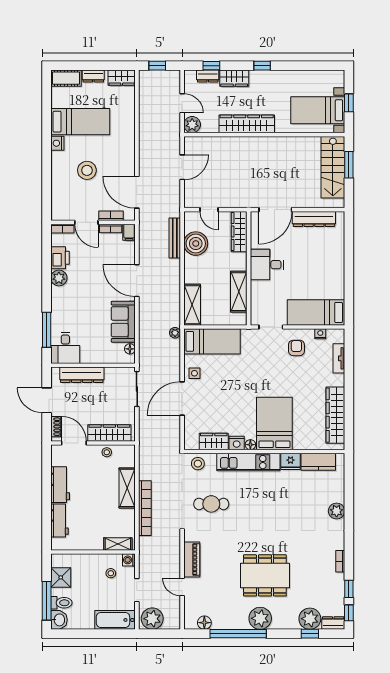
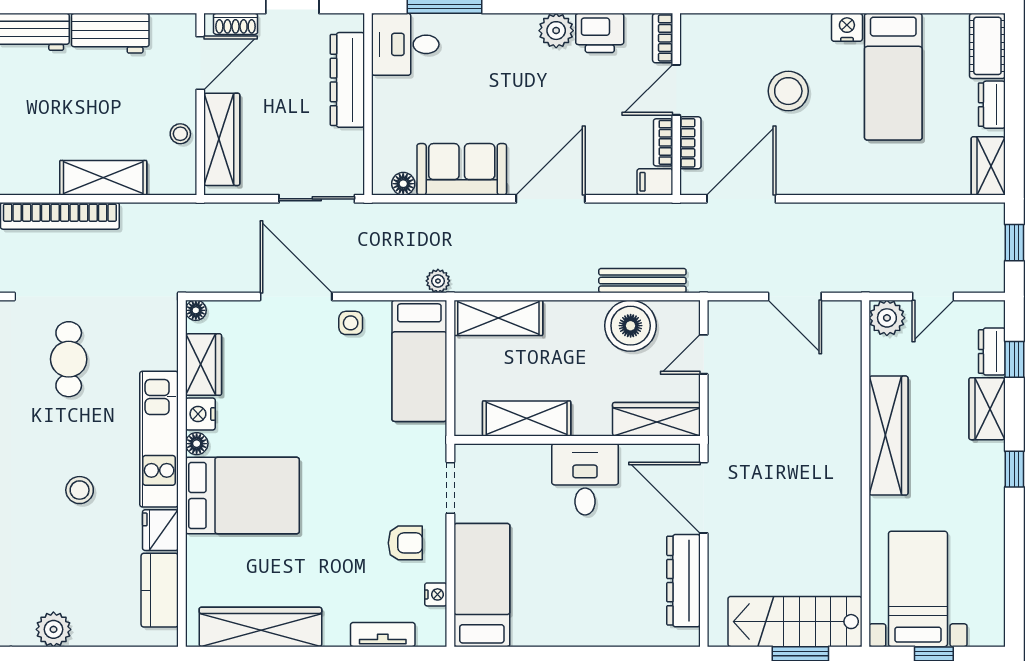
floor lamp: (189, 445) -> (196, 310), added
stool: (198, 464) -> (80, 490), moved

